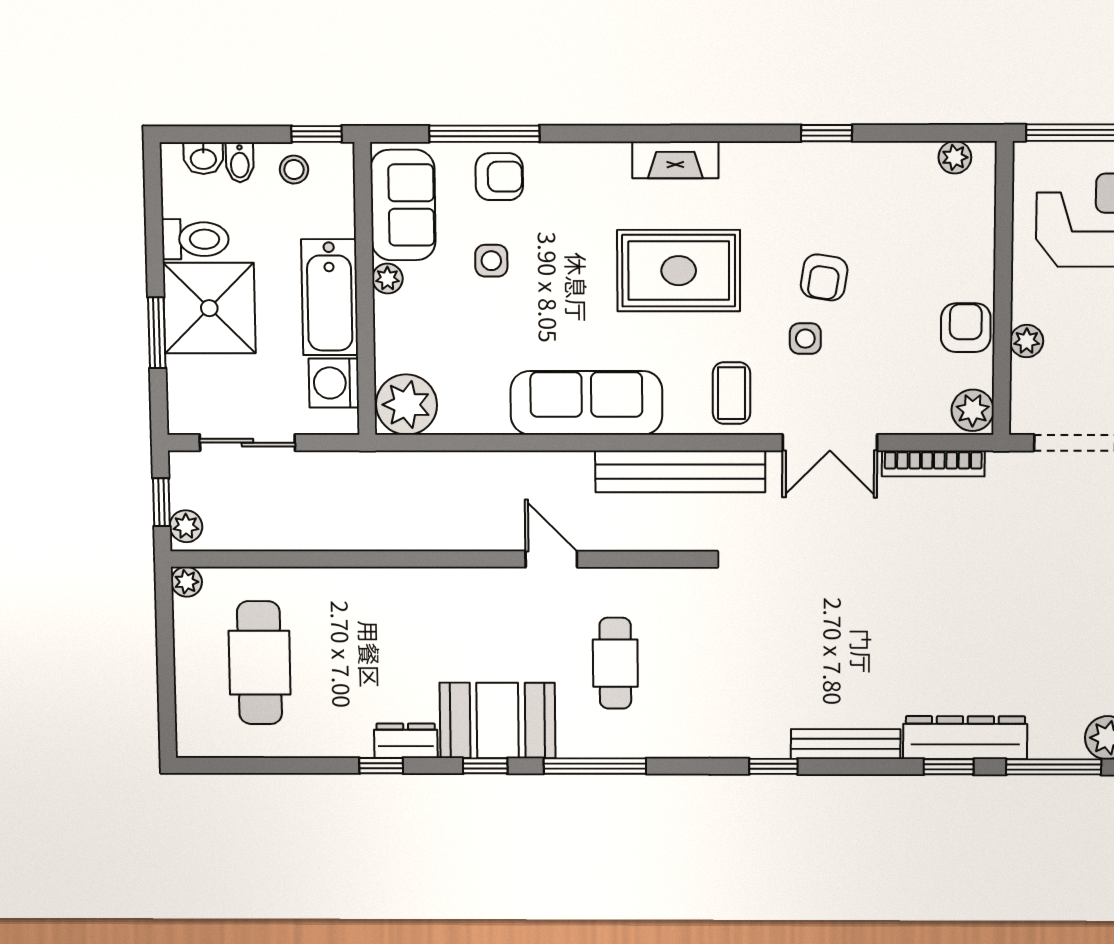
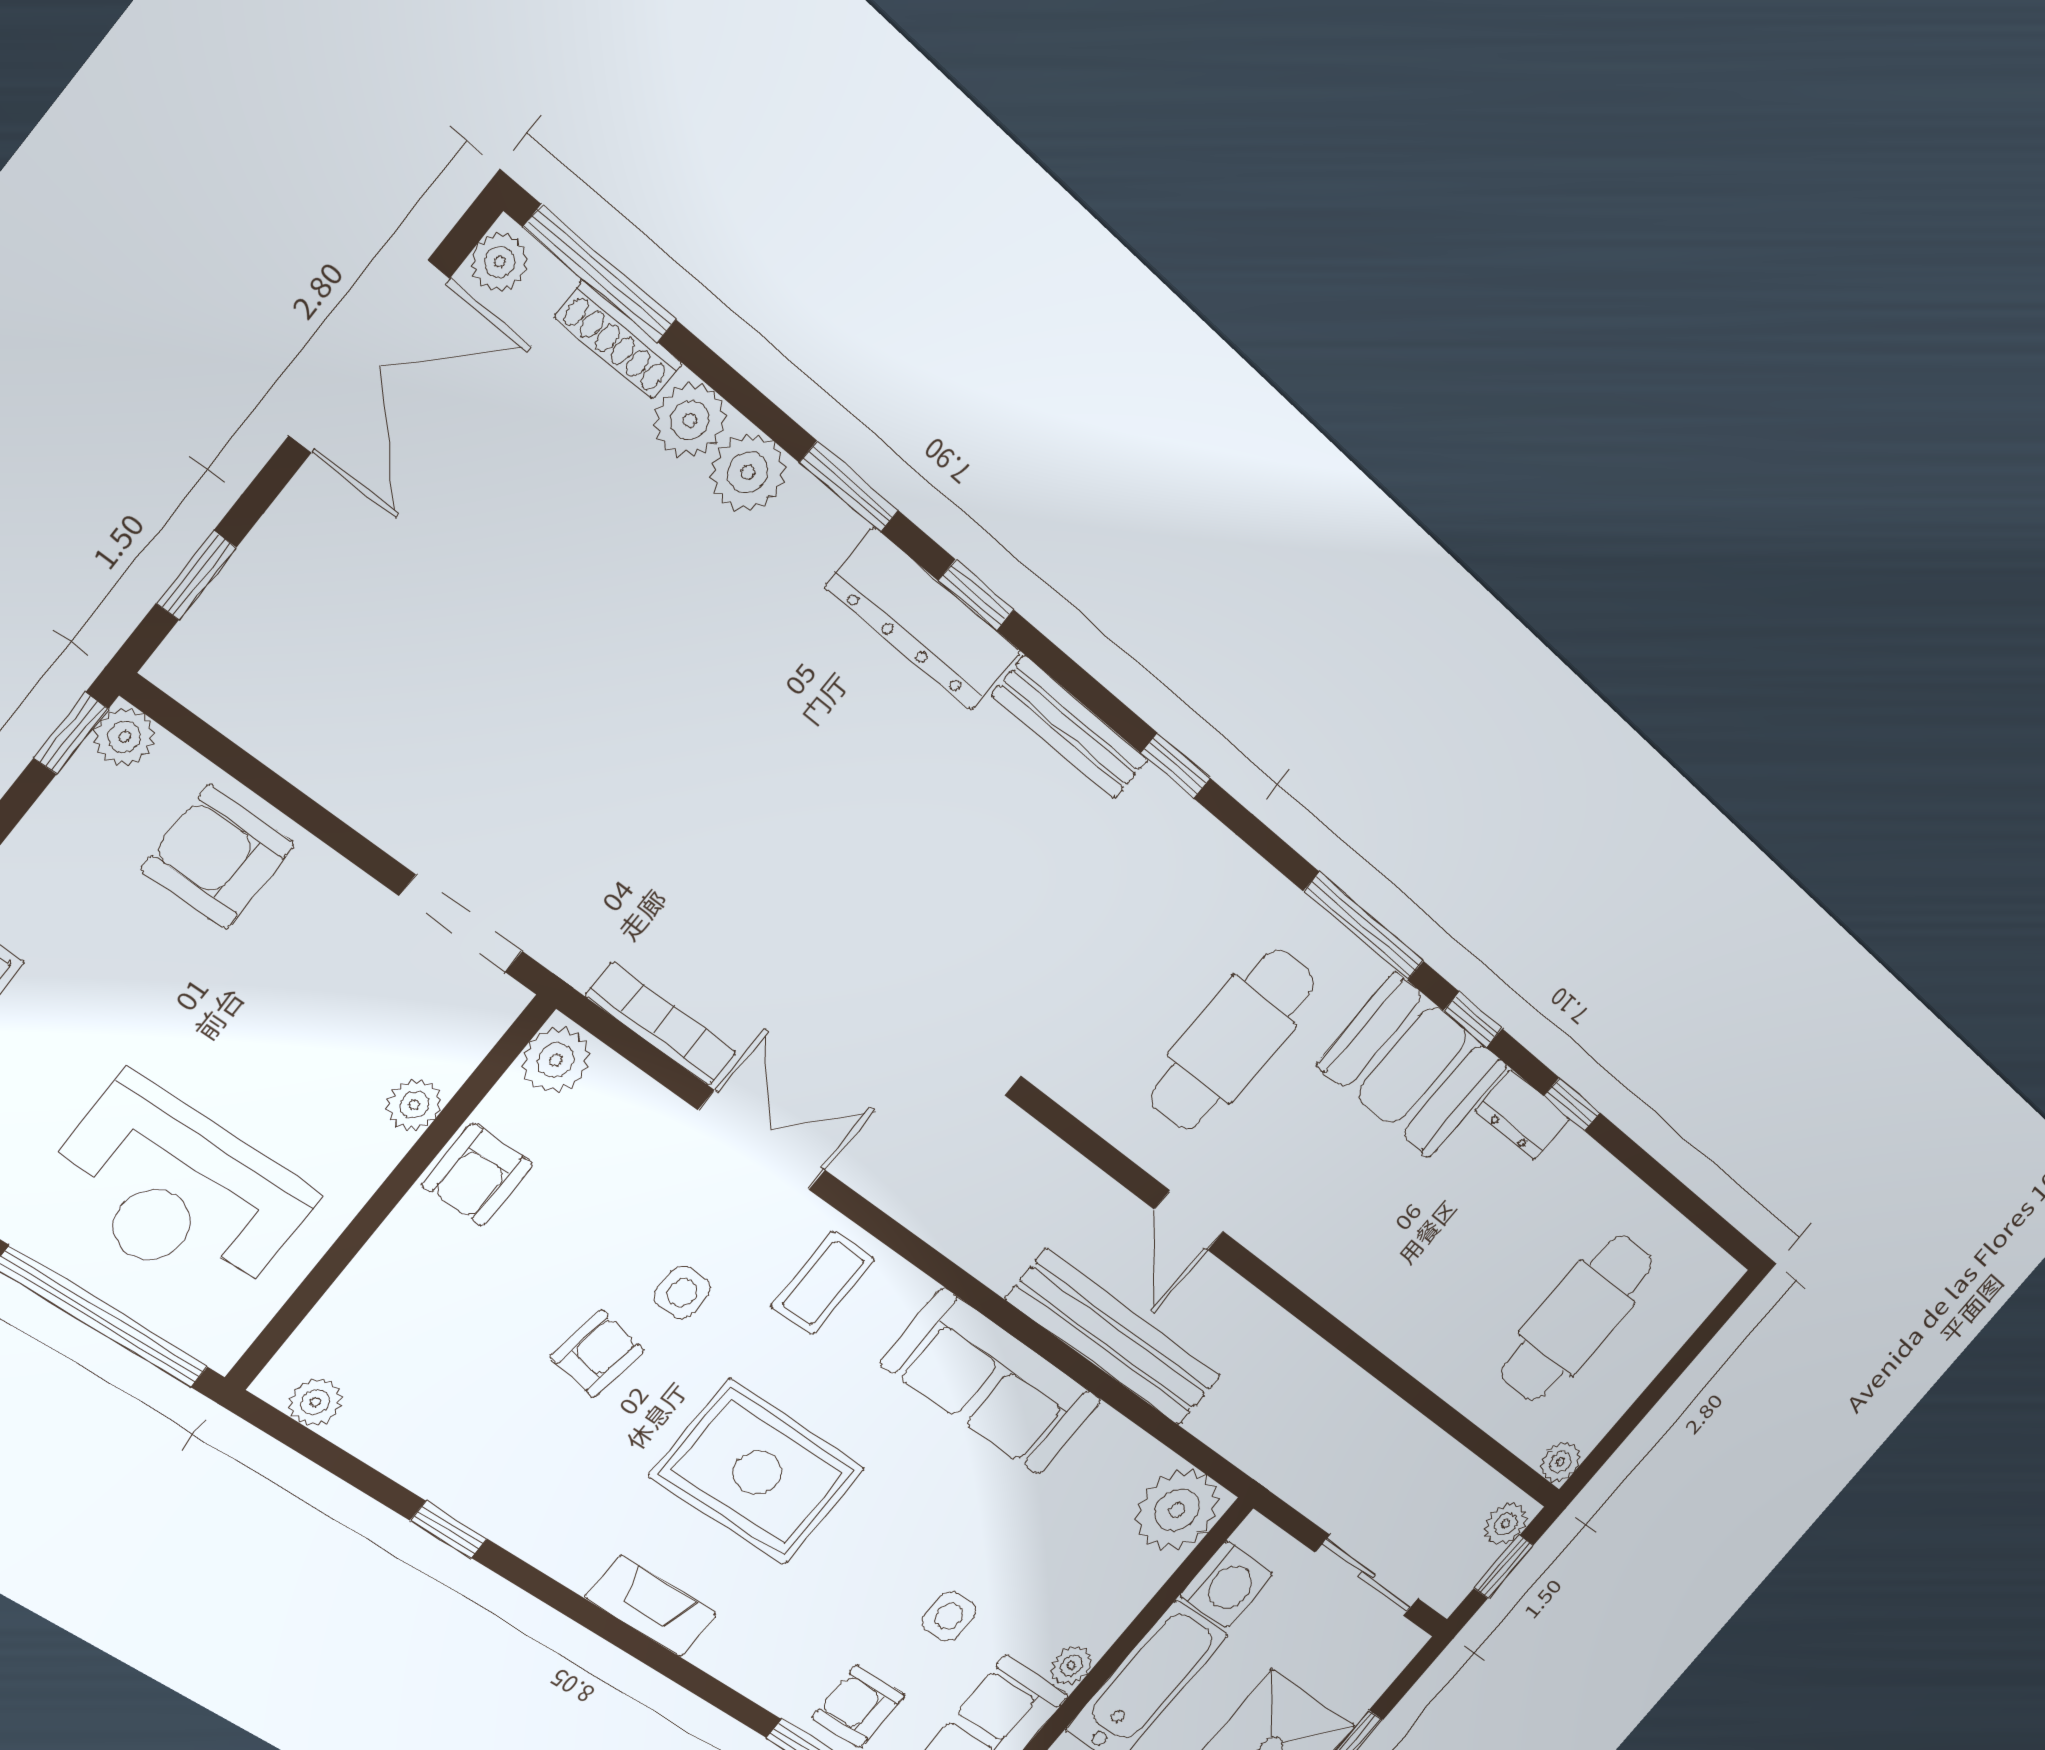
bench: (680, 471) -> (1114, 1338), moved
cafe table: (615, 663) -> (1232, 1040), width x1.37, depth x1.35
window: (1054, 767) -> (849, 487), width x0.69

